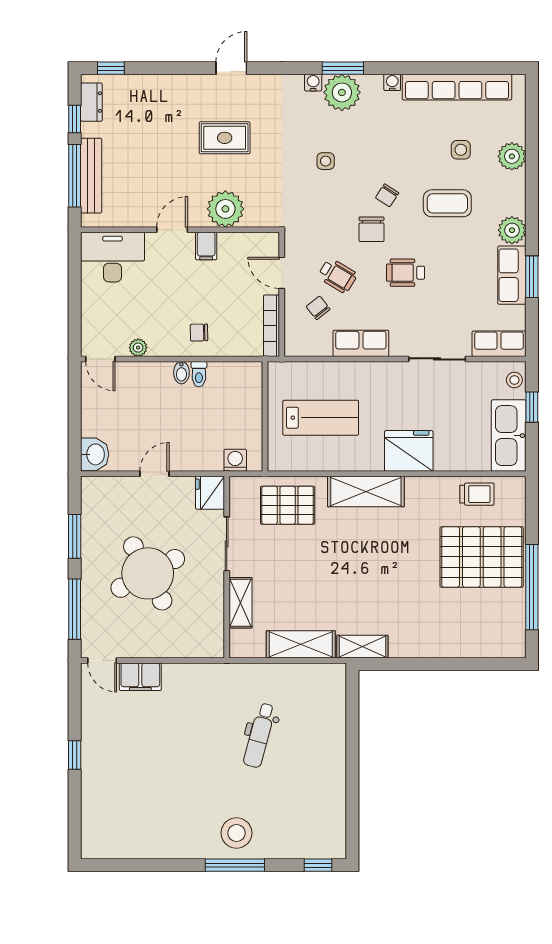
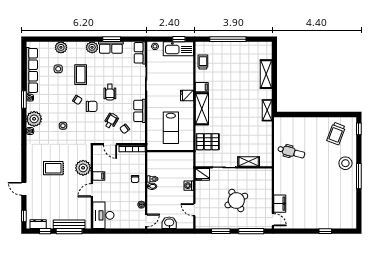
door: (231, 68) -> (24, 189), moved
window: (343, 68) -> (24, 99), moved
rug: (225, 138) -> (53, 168), turned 90
door: (172, 230) -> (92, 190), hinge flipped
door: (282, 273) -> (110, 144), hinge flipped
window: (532, 407) -> (179, 39), moved
lab bench: (321, 418) -> (171, 128), turned 180
fridge: (409, 451) -> (187, 96), width x0.53, depth x0.75
washbasin: (95, 454) -> (169, 223), moved
washing machine: (235, 460) -> (189, 186), moved
door: (155, 474) -> (194, 210), moved
filing cabinet: (417, 491) -> (202, 87), added
pallet: (288, 505) -> (208, 142), turned 90
pallet: (482, 557) -> (229, 60), removed
round table: (148, 573) -> (236, 200), width x0.73, depth x0.73
window: (532, 587) -> (228, 39), moved
shelving: (301, 644) -> (266, 74), moved
door: (102, 660) -> (273, 220), hinge flipped
dental chair: (259, 735) -> (291, 152), moved
window: (75, 755) -> (325, 231), moved
trolley: (307, 811) -> (336, 134), added
window: (235, 865) -> (359, 176), moved

